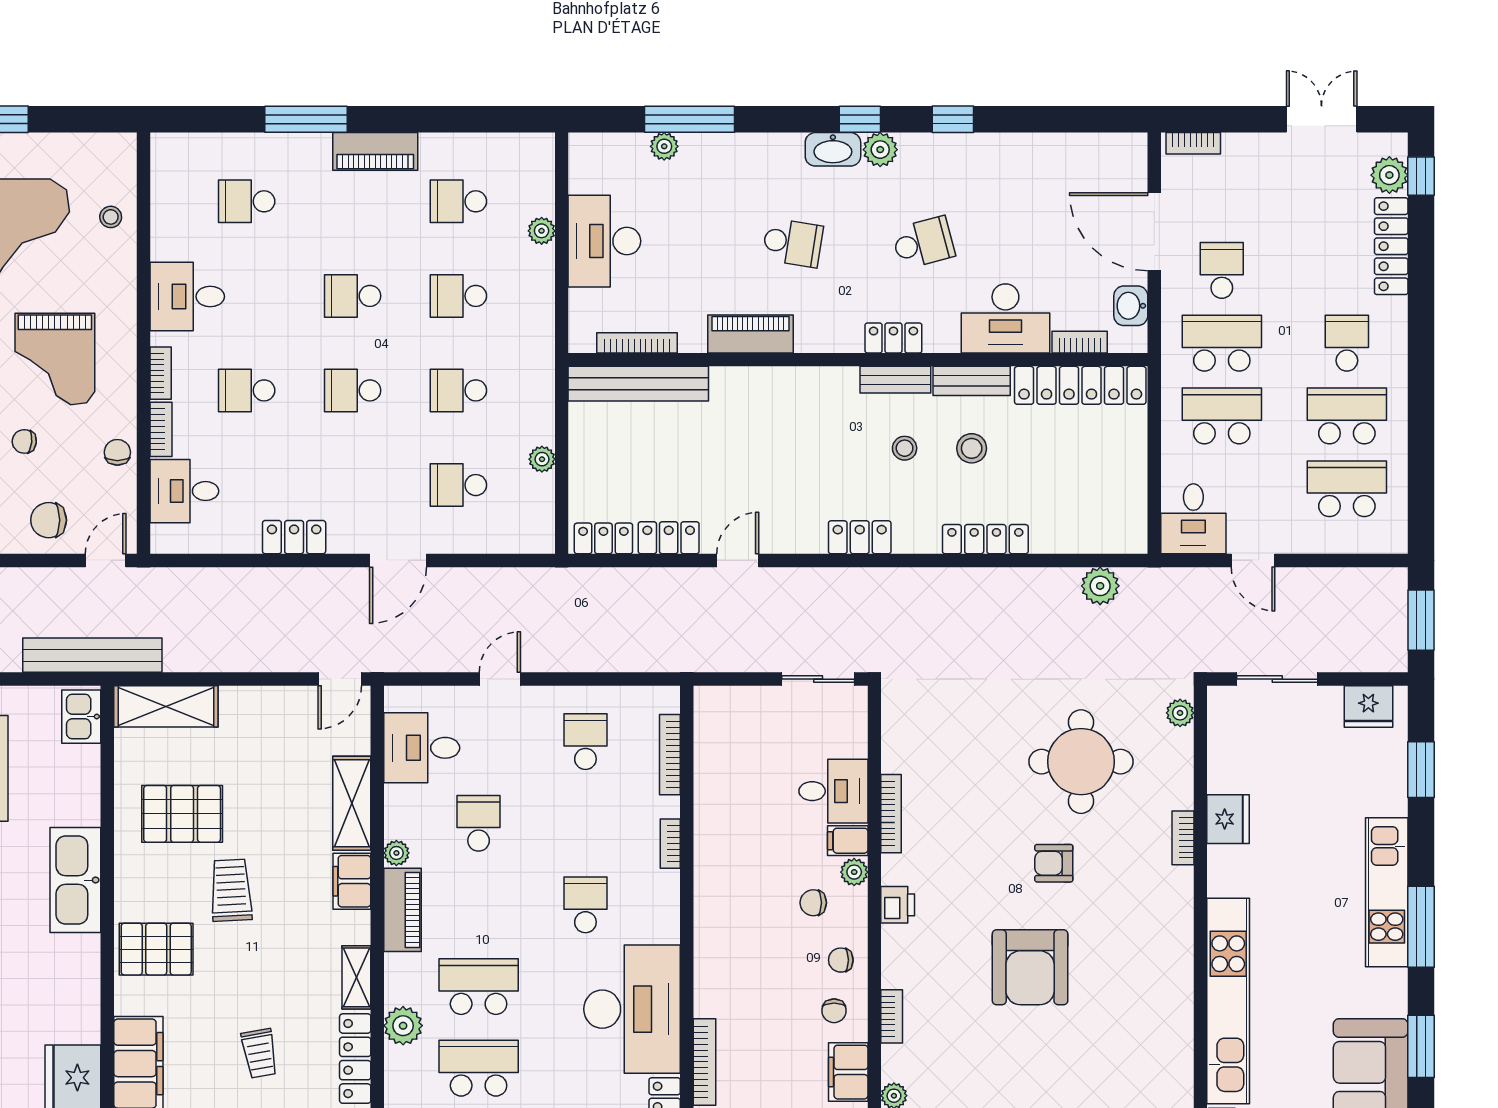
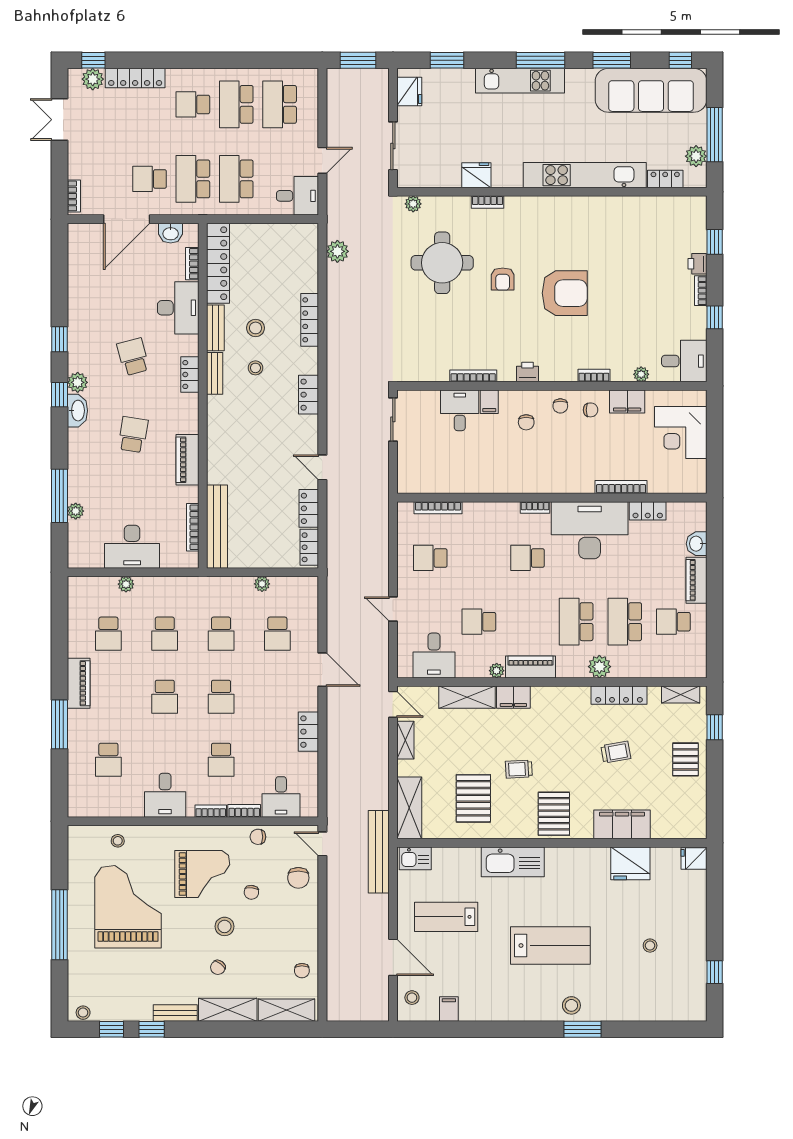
bookcase: (670, 844) -> (535, 507), moved
plant: (854, 872) -> (508, 398), removed
trolley: (231, 890) -> (519, 769), width x0.73, depth x0.72
shelving: (356, 977) -> (405, 740), moved, turned 90

